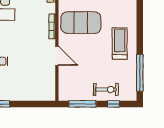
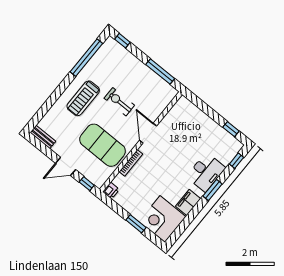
exercise bike: (106, 90) -> (119, 102), moved
window: (113, 104) -> (122, 41), moved

